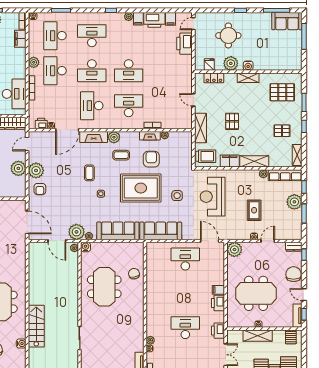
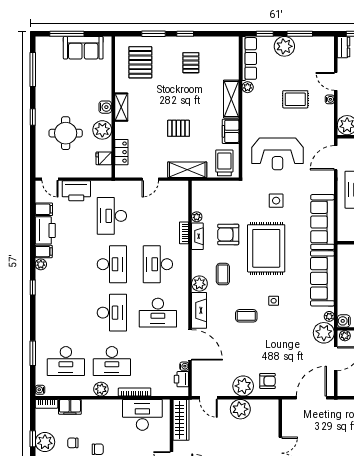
sofa: (287, 21) -> (83, 48), moved, turned 90
desk: (92, 36) -> (112, 216), moved
shelving: (297, 155) -> (223, 43), removed

